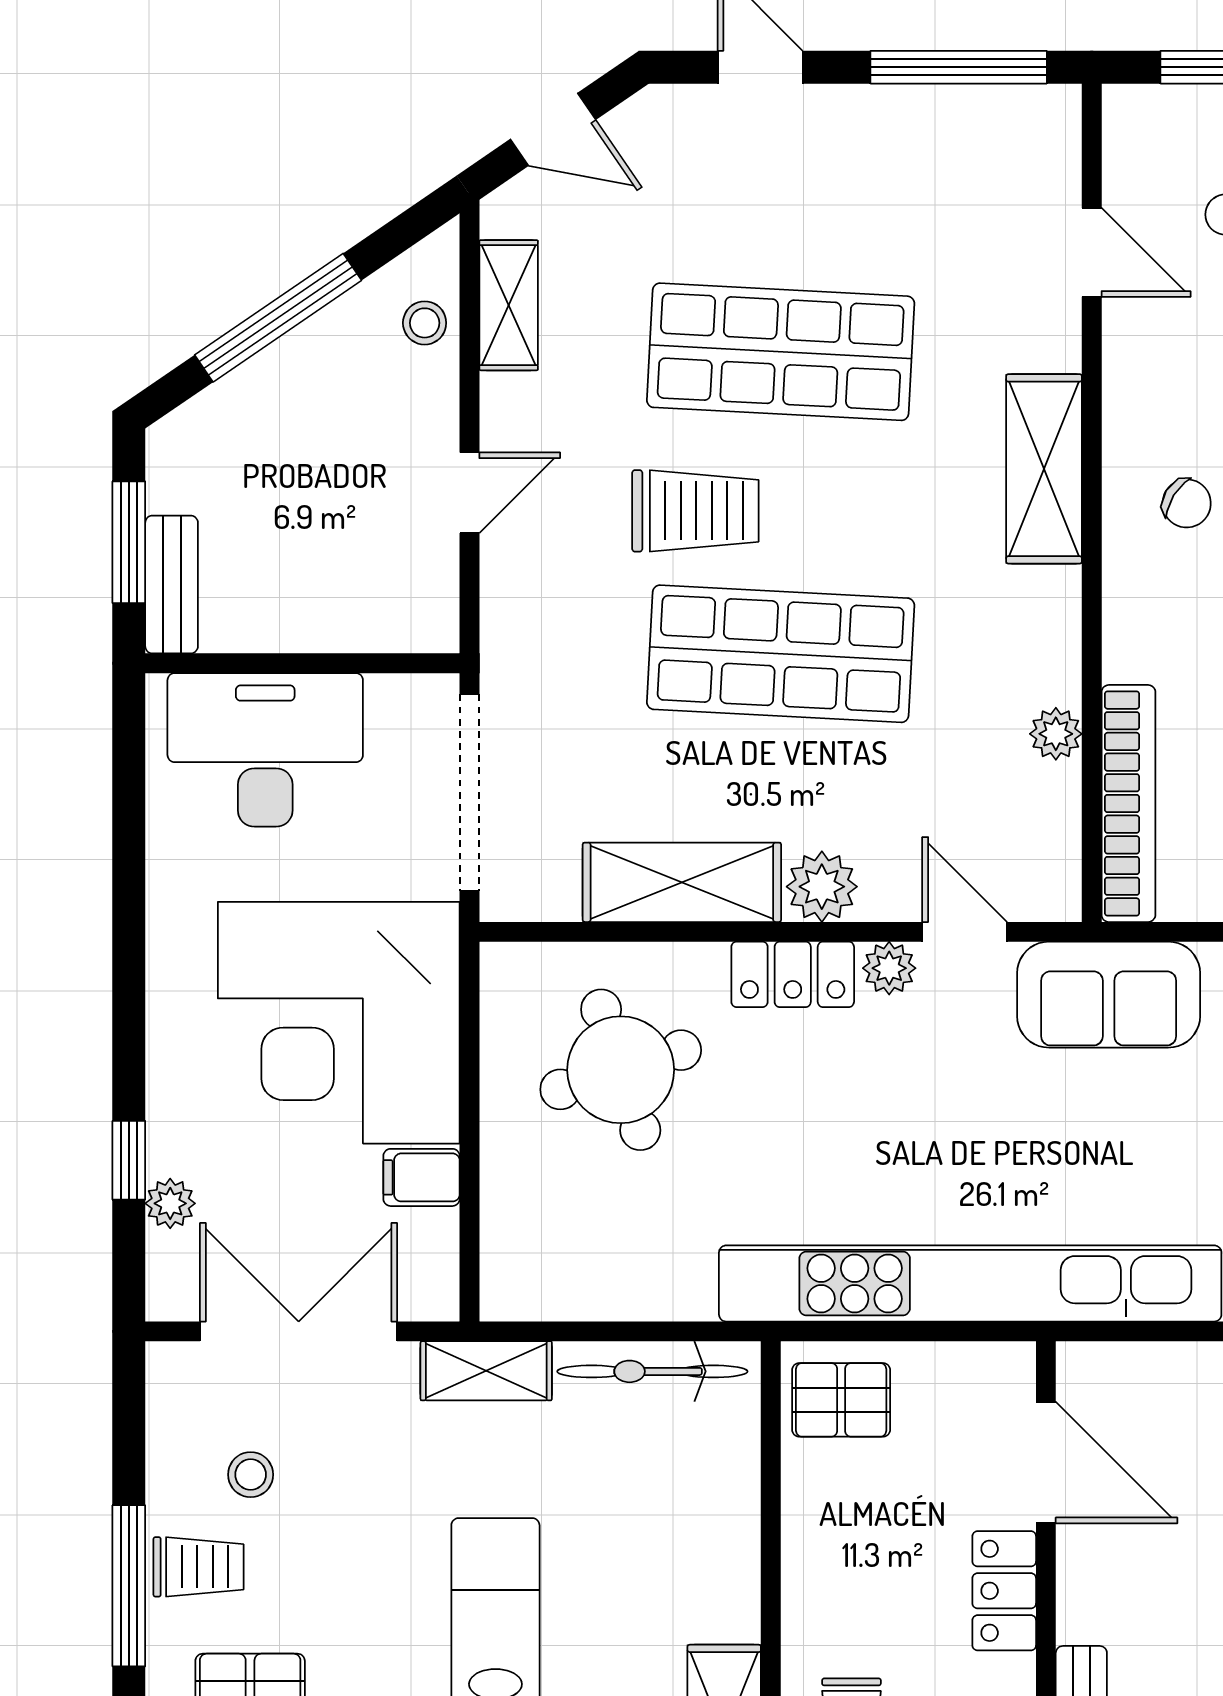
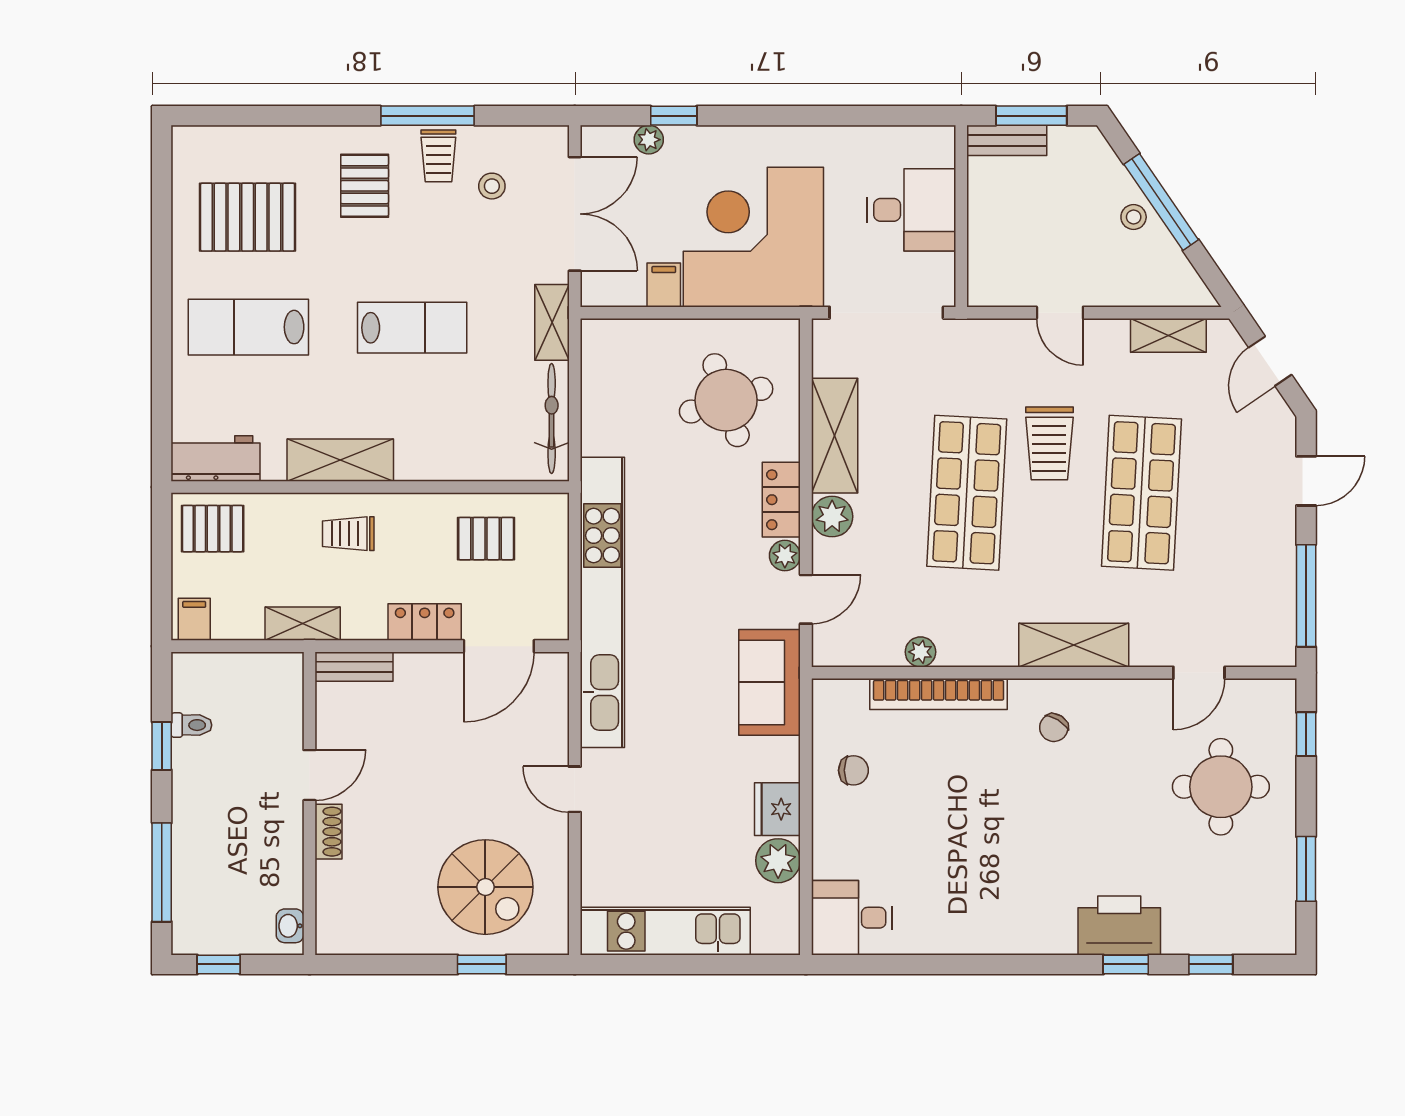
stool: (425, 323) -> (1134, 217), moved
desk: (265, 750) -> (911, 210), width x0.73
bookcase: (1128, 803) -> (939, 694), moved
pallet: (841, 1400) -> (486, 539), moved, turned 90

